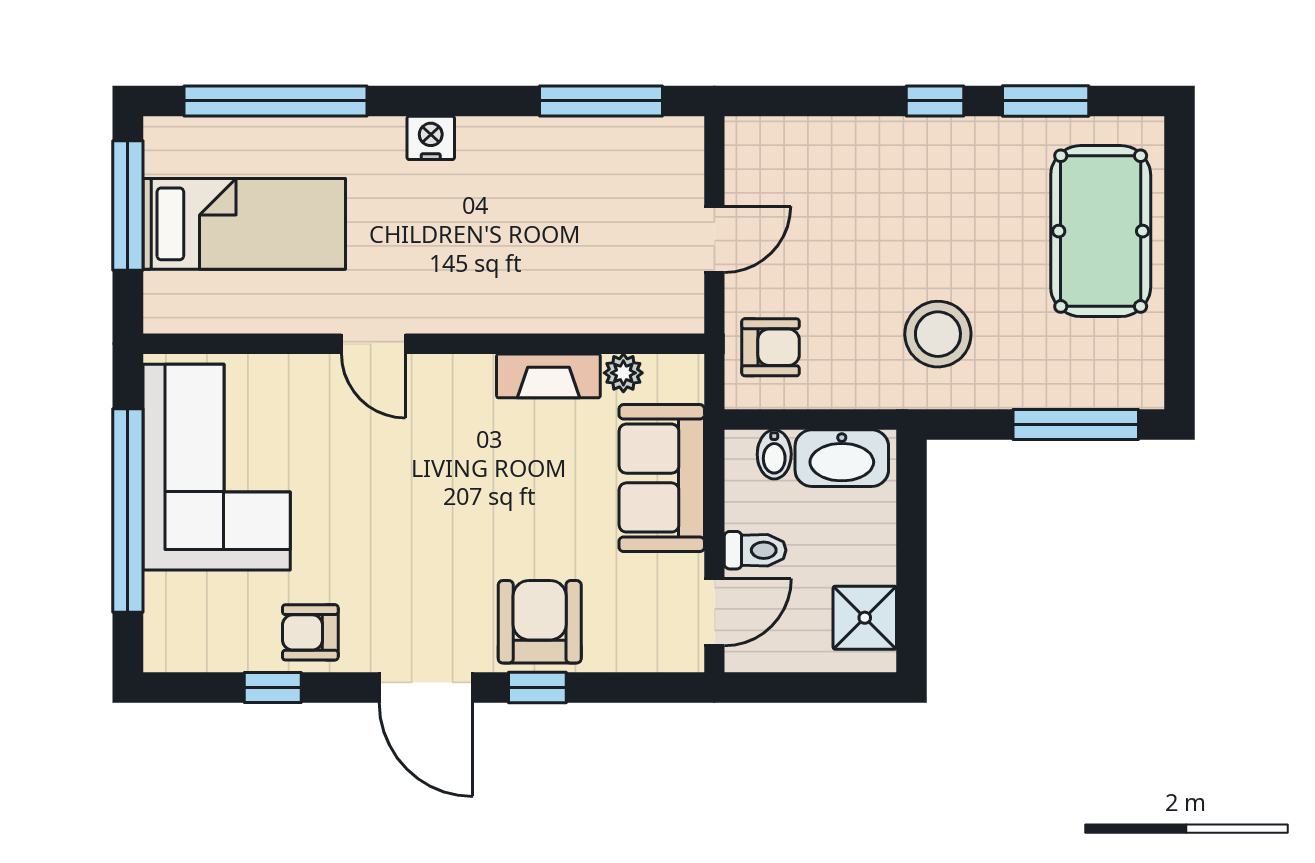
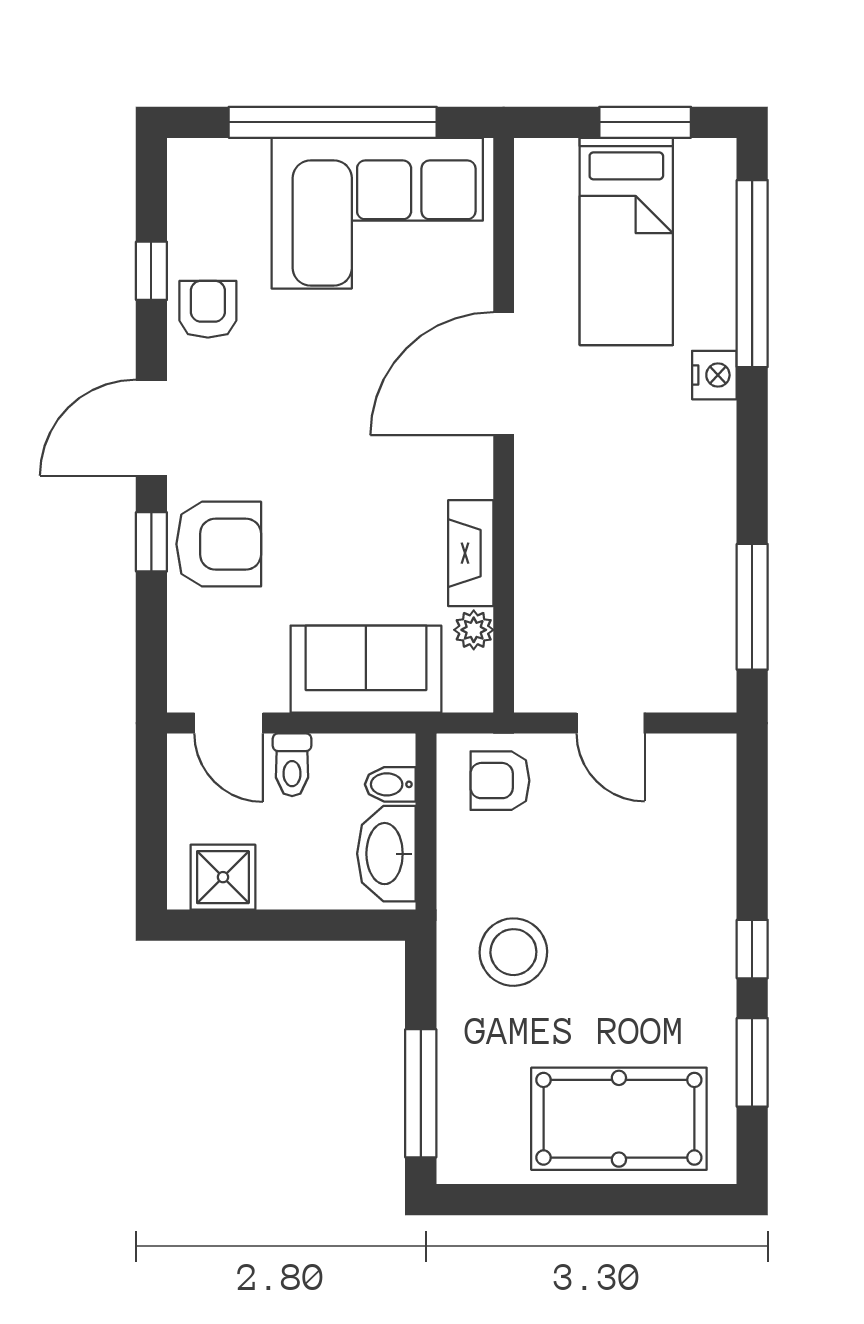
nightstand: (431, 138) -> (714, 375), moved
window: (128, 205) -> (645, 122), width x0.69
door: (373, 344) -> (504, 374), width x1.88
armchair: (771, 347) -> (500, 781), turned 90

